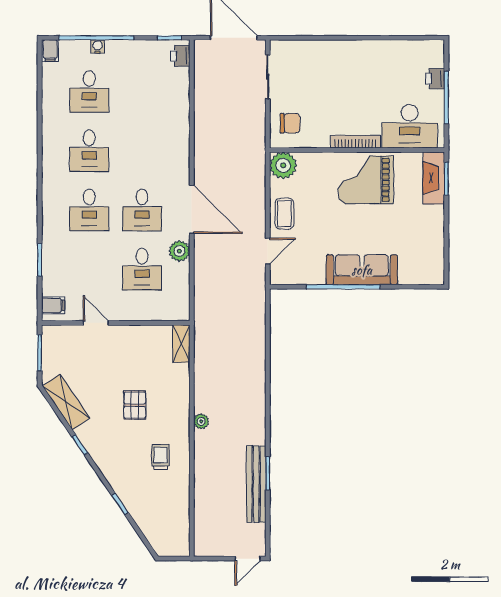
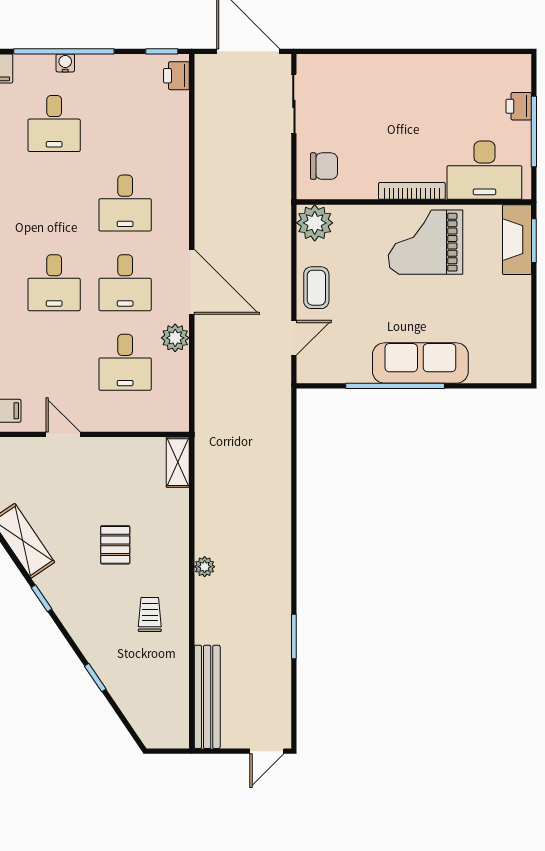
desk: (89, 151) -> (125, 203), moved
bench: (256, 484) -> (207, 697), moved

